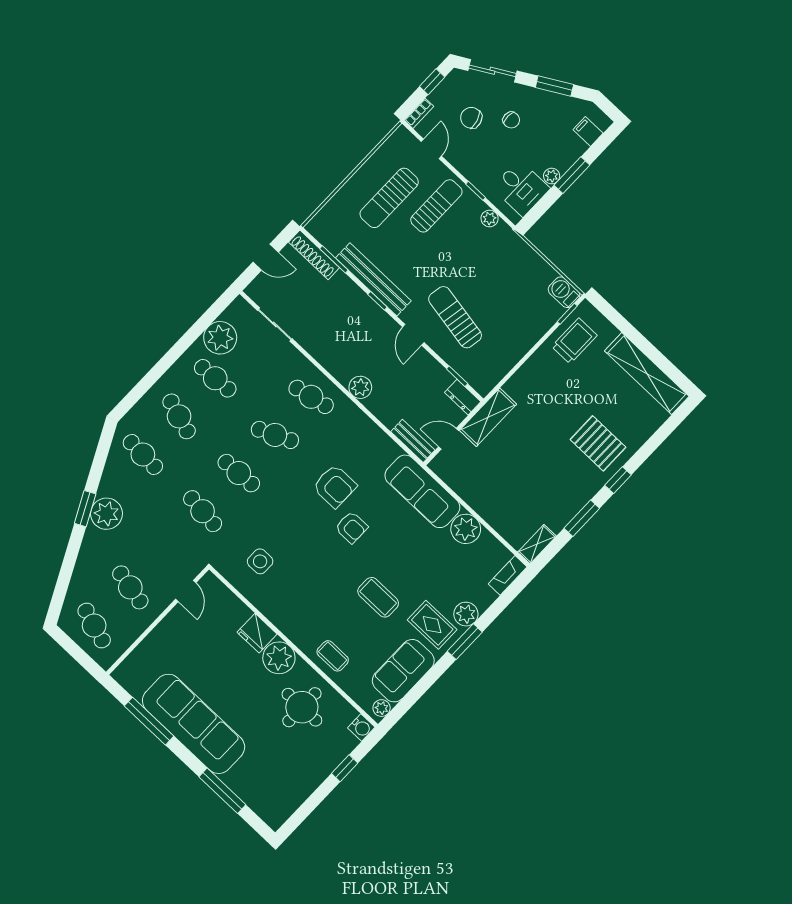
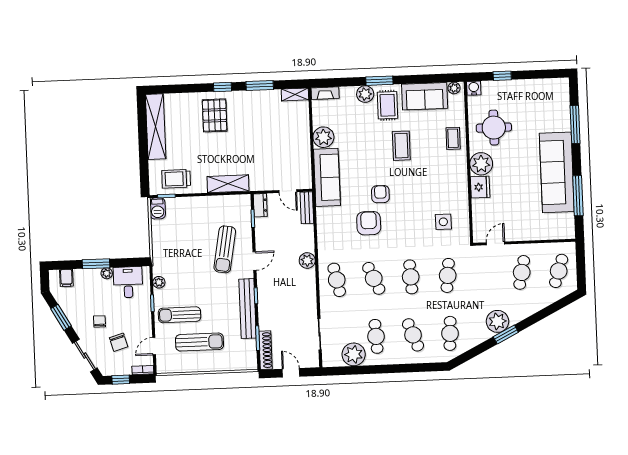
cafe table: (179, 416) -> (413, 335), turned -39
shelving: (488, 417) -> (228, 184), moved

